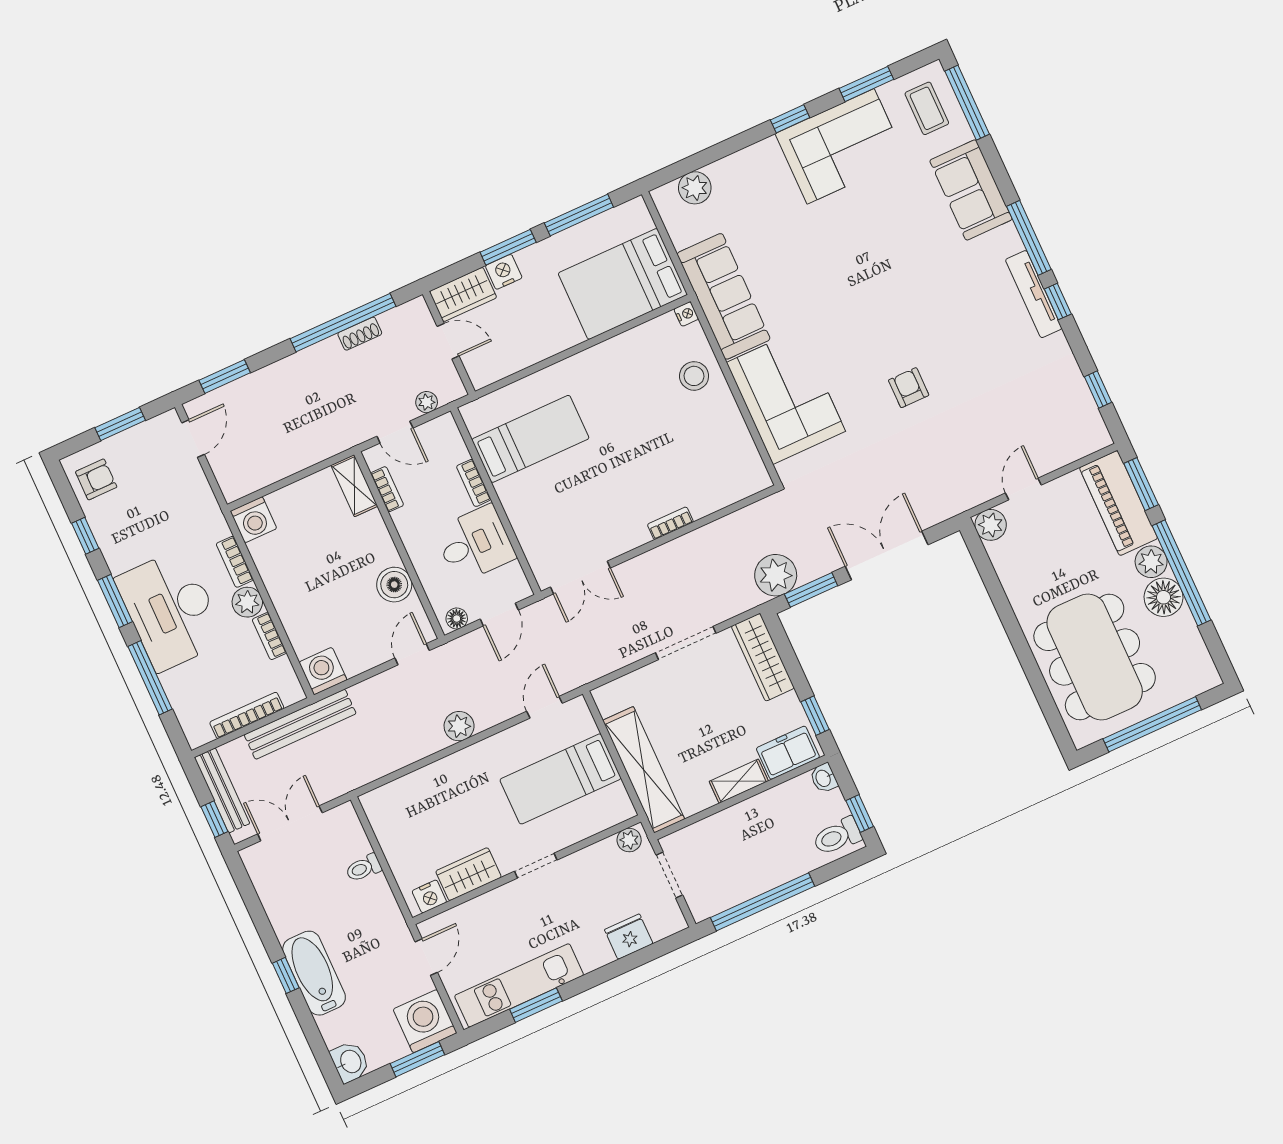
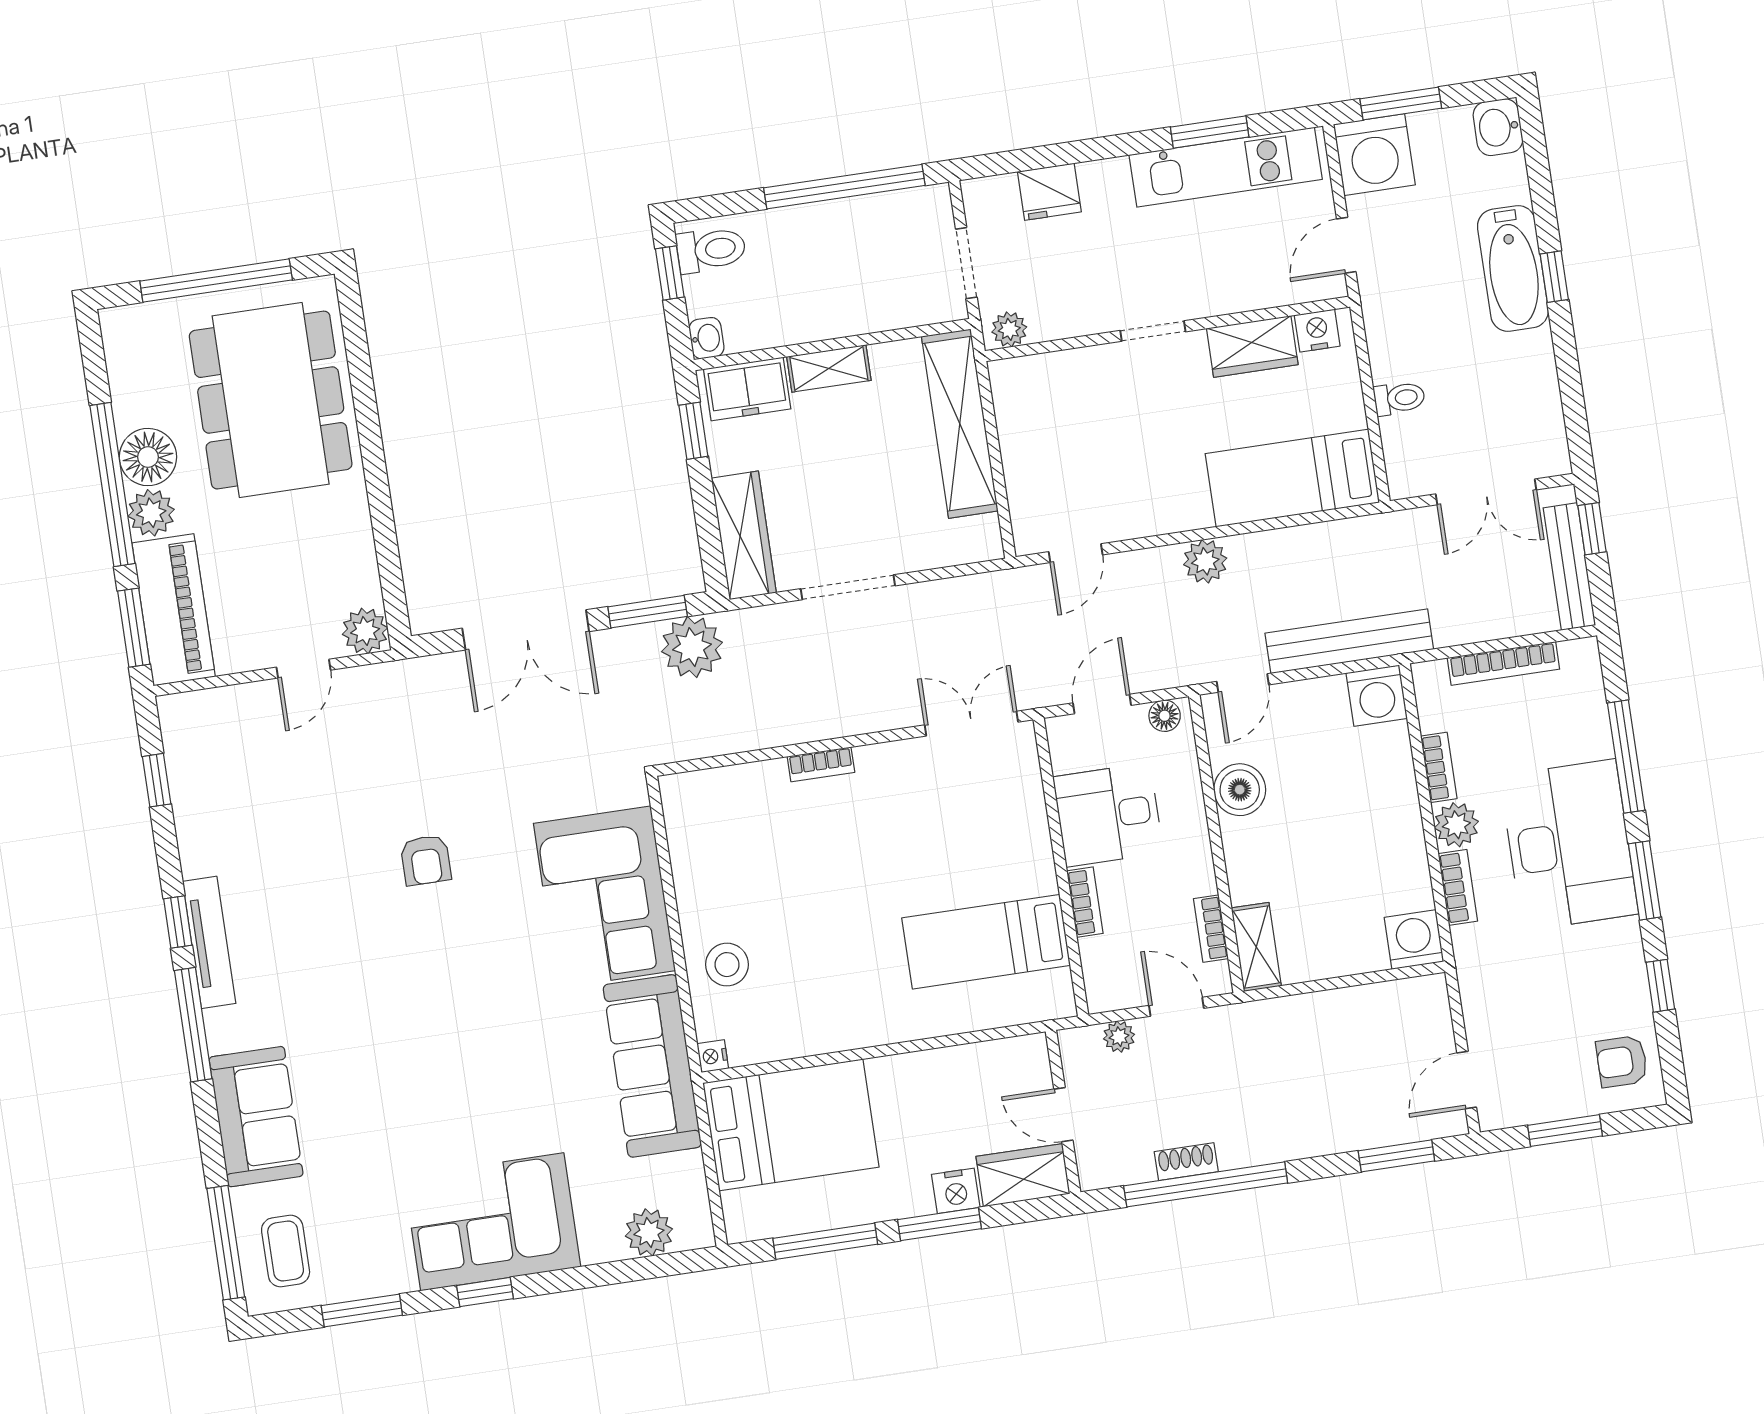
corner sofa: (841, 146) -> (492, 1222), moved
bench: (300, 724) -> (1349, 641), moved
bed: (560, 779) -> (1292, 478), moved, turned 180

